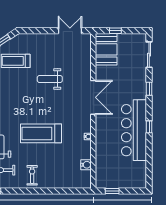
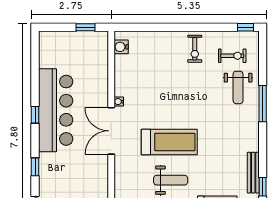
double door: (93, 97) -> (111, 131), moved
treadmill: (41, 133) -> (169, 142), moved
water cooler: (86, 165) -> (121, 47), moved

